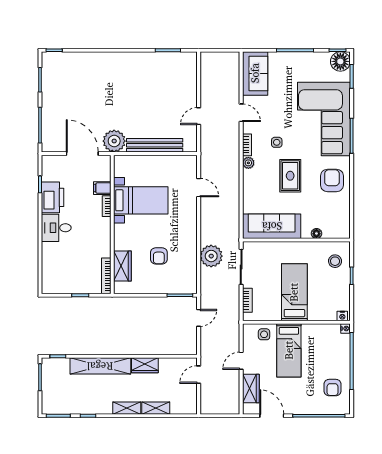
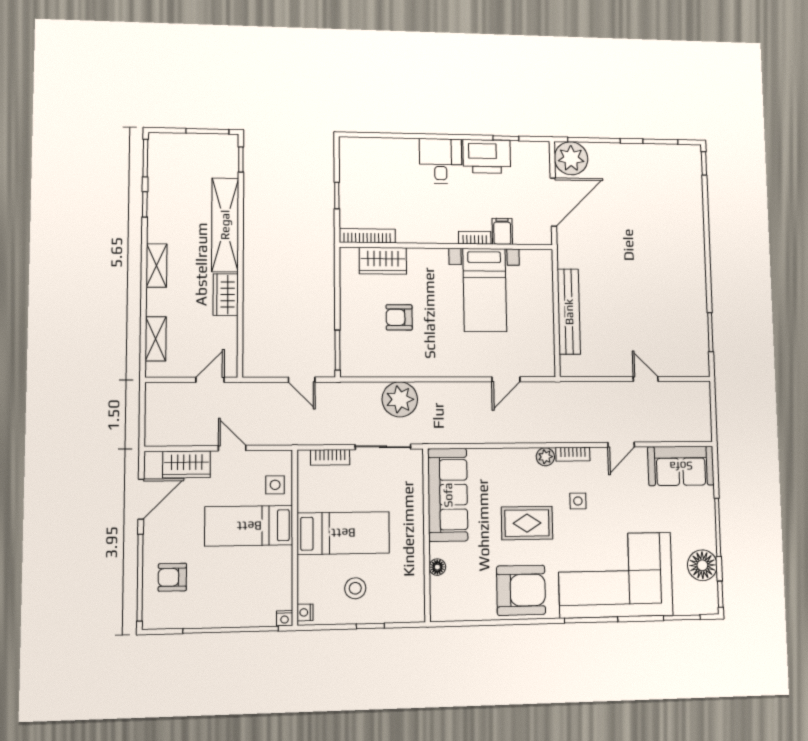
floor lamp: (340, 61) -> (702, 565), moved
door: (199, 116) -> (646, 379), moved
plant: (114, 141) -> (571, 158), moved
armchair: (332, 180) -> (521, 590), width x1.36, depth x1.36
stool: (335, 261) -> (355, 588), moved
door: (199, 375) -> (210, 380), hinge flipped
armchair: (333, 388) -> (172, 577), moved
shelving: (156, 408) -> (156, 339), moved

